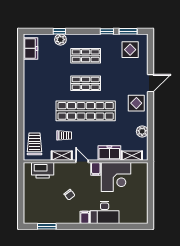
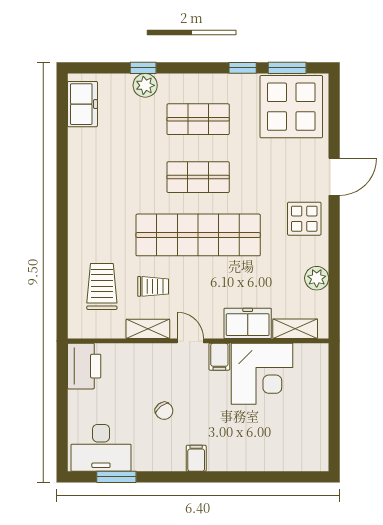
display table: (130, 50) -> (291, 107), width x1.86, depth x1.86
trolley: (35, 144) -> (102, 286), moved
printer: (43, 170) -> (84, 366), moved, turned -90
desk: (105, 212) -> (101, 448), moved

